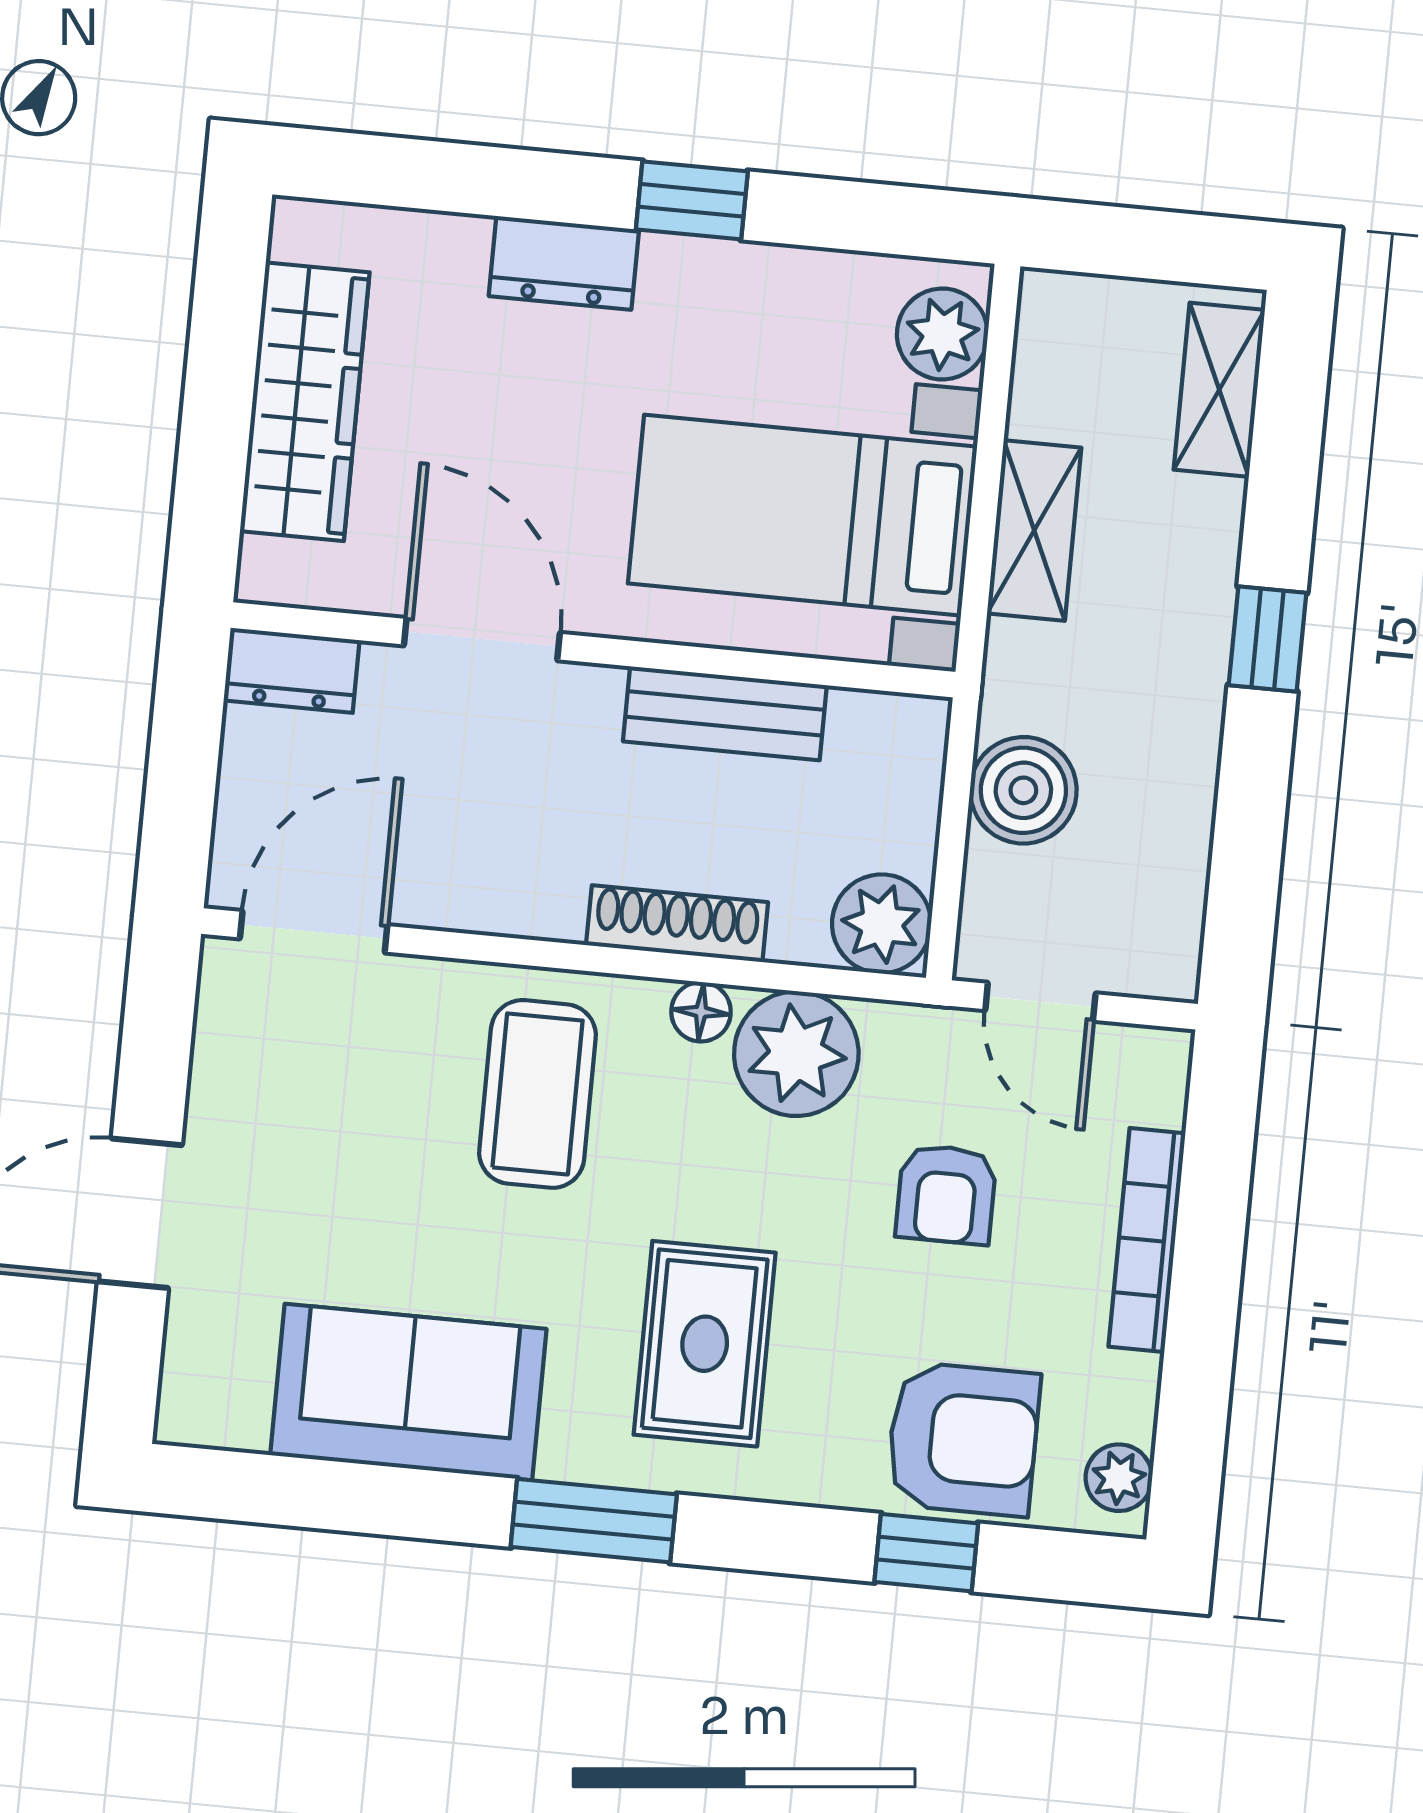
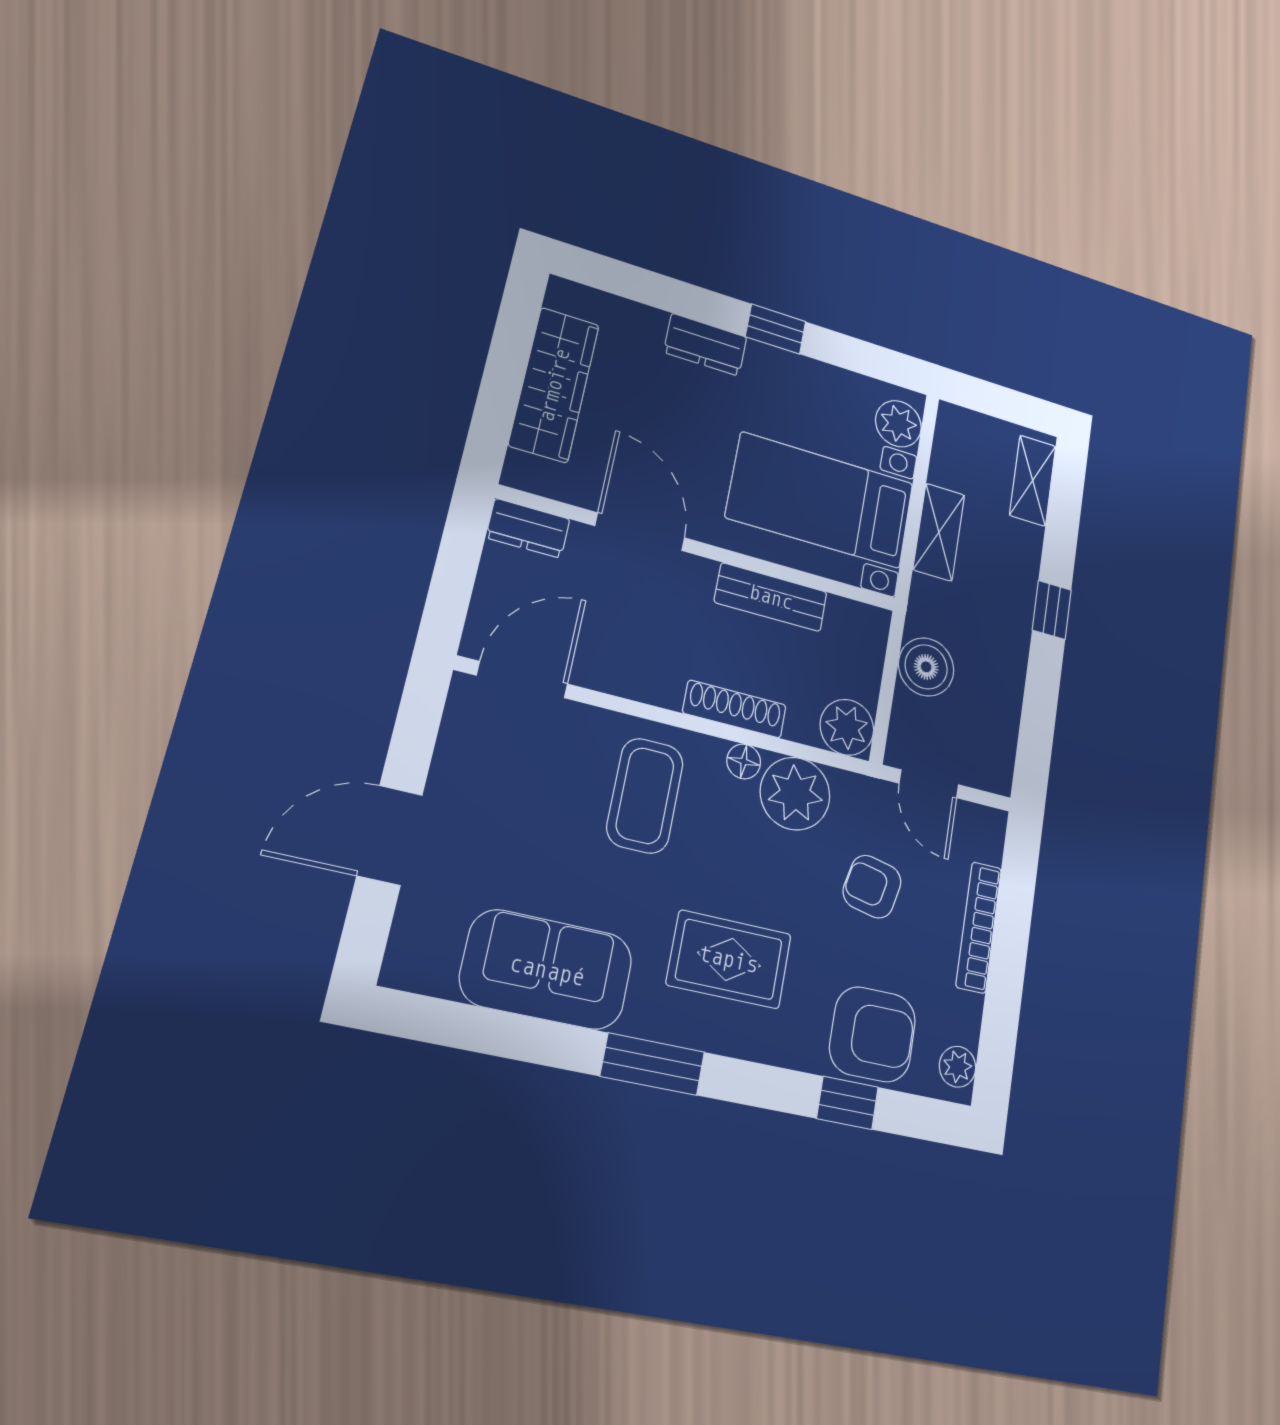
armchair: (946, 1194) -> (872, 887), turned 102
rug: (705, 1344) -> (729, 959), turned 90

